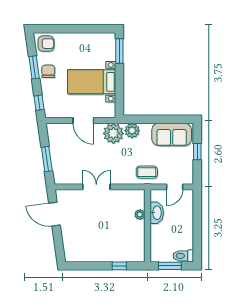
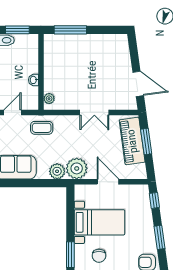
chair: (48, 71) -> (99, 256), moved
piano: (60, 160) -> (132, 141), added
washbasin: (157, 213) -> (34, 80), width x0.52, depth x0.69
plant: (140, 215) -> (49, 99), moved
window: (119, 266) -> (70, 30), width x2.17

